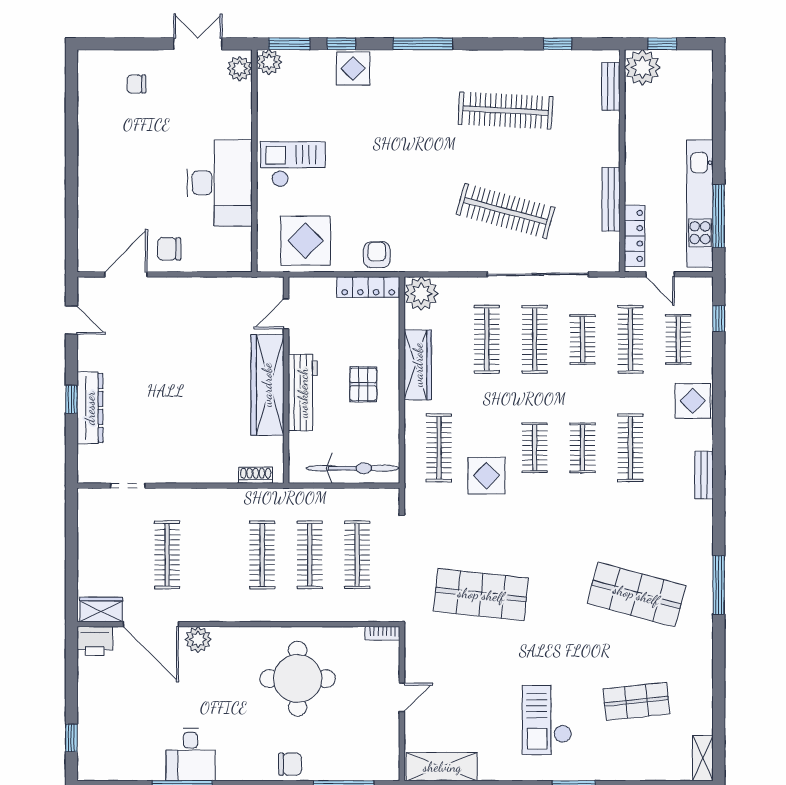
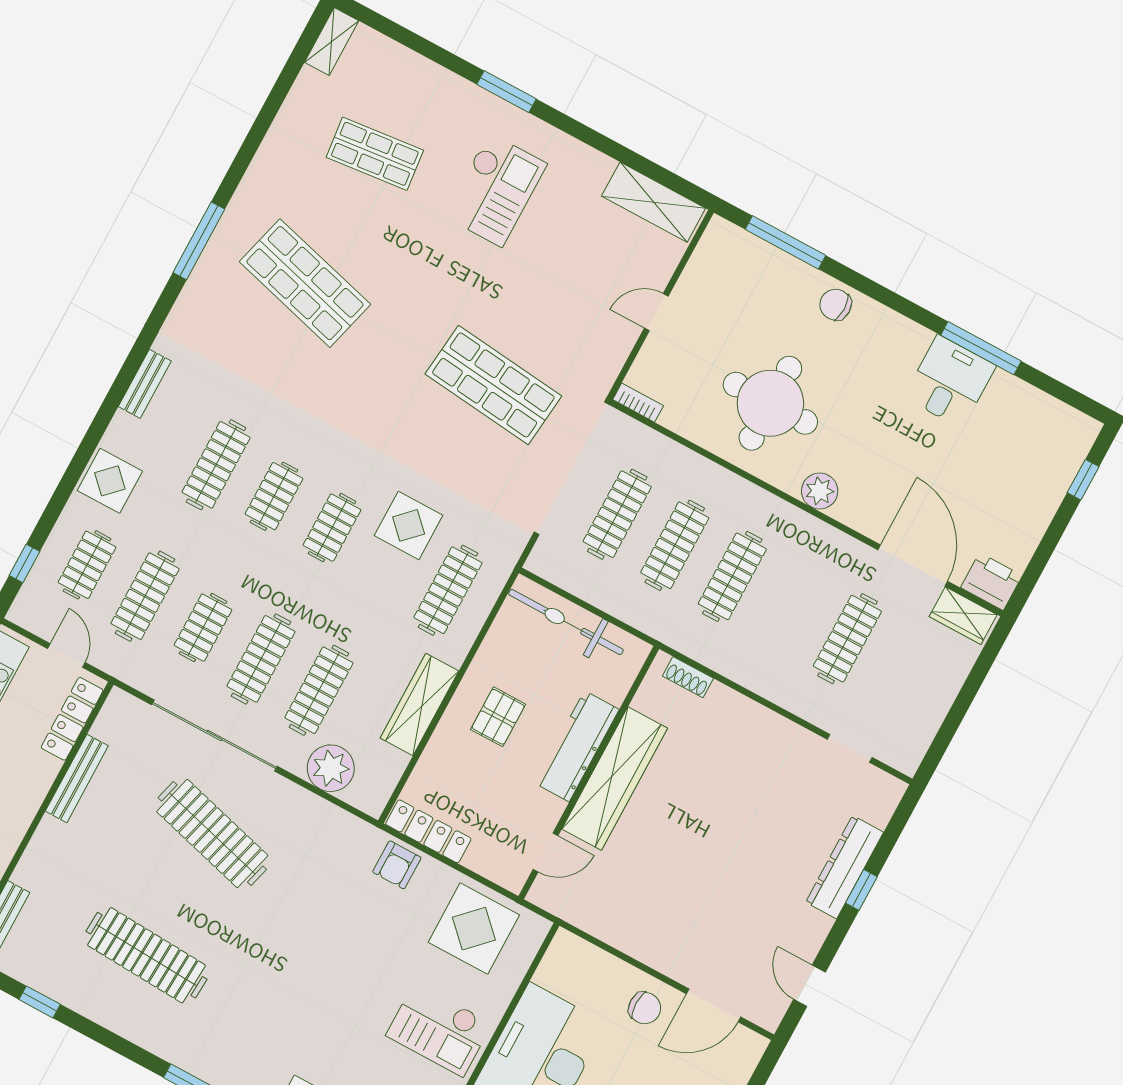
plant: (421, 294) -> (331, 768), moved
plant: (198, 640) -> (820, 491), moved

